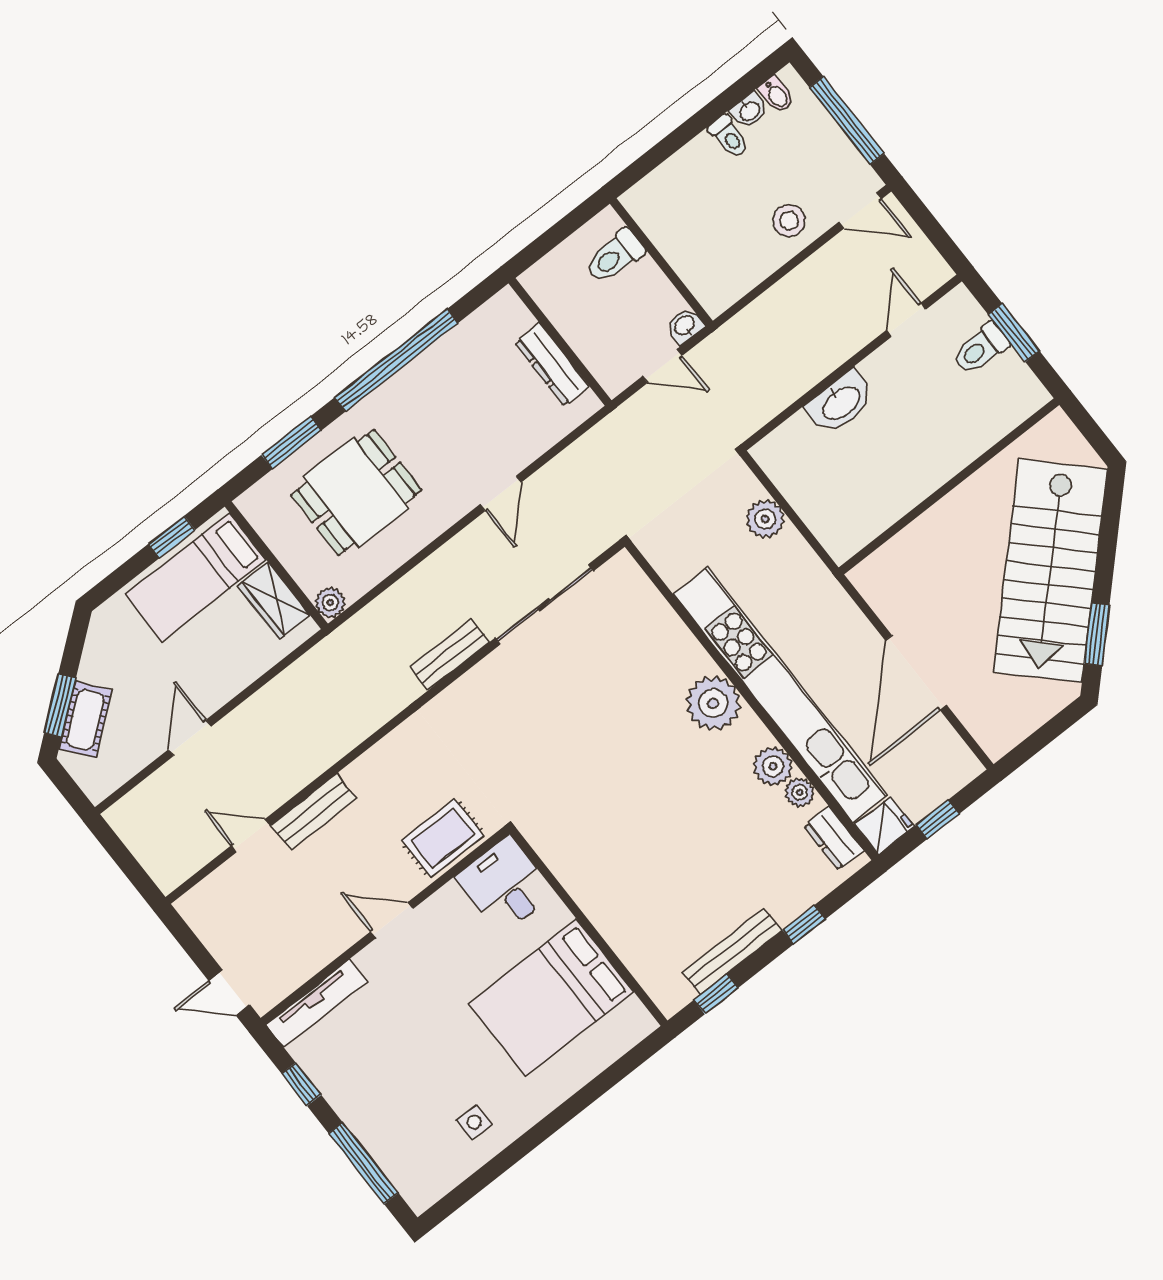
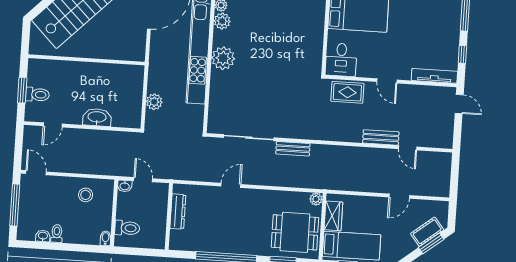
bidet: (776, 95) -> (106, 238), moved
stool: (789, 221) -> (86, 195), moved
dining table: (356, 492) -> (295, 232), moved

